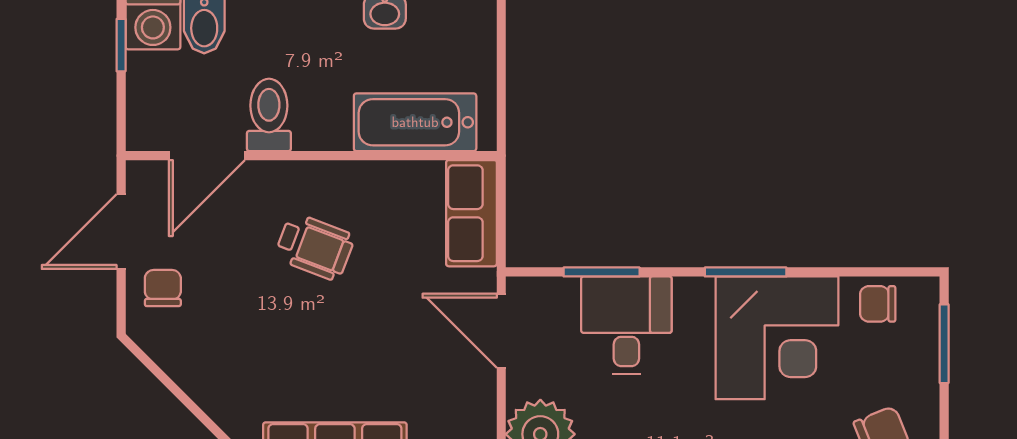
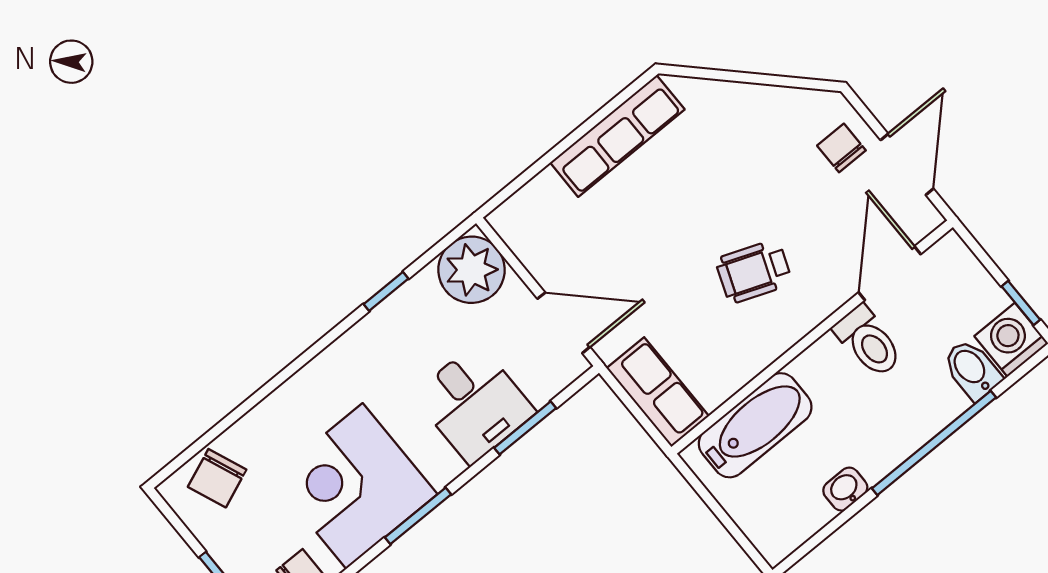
chair: (163, 288) -> (841, 148), turned 180

